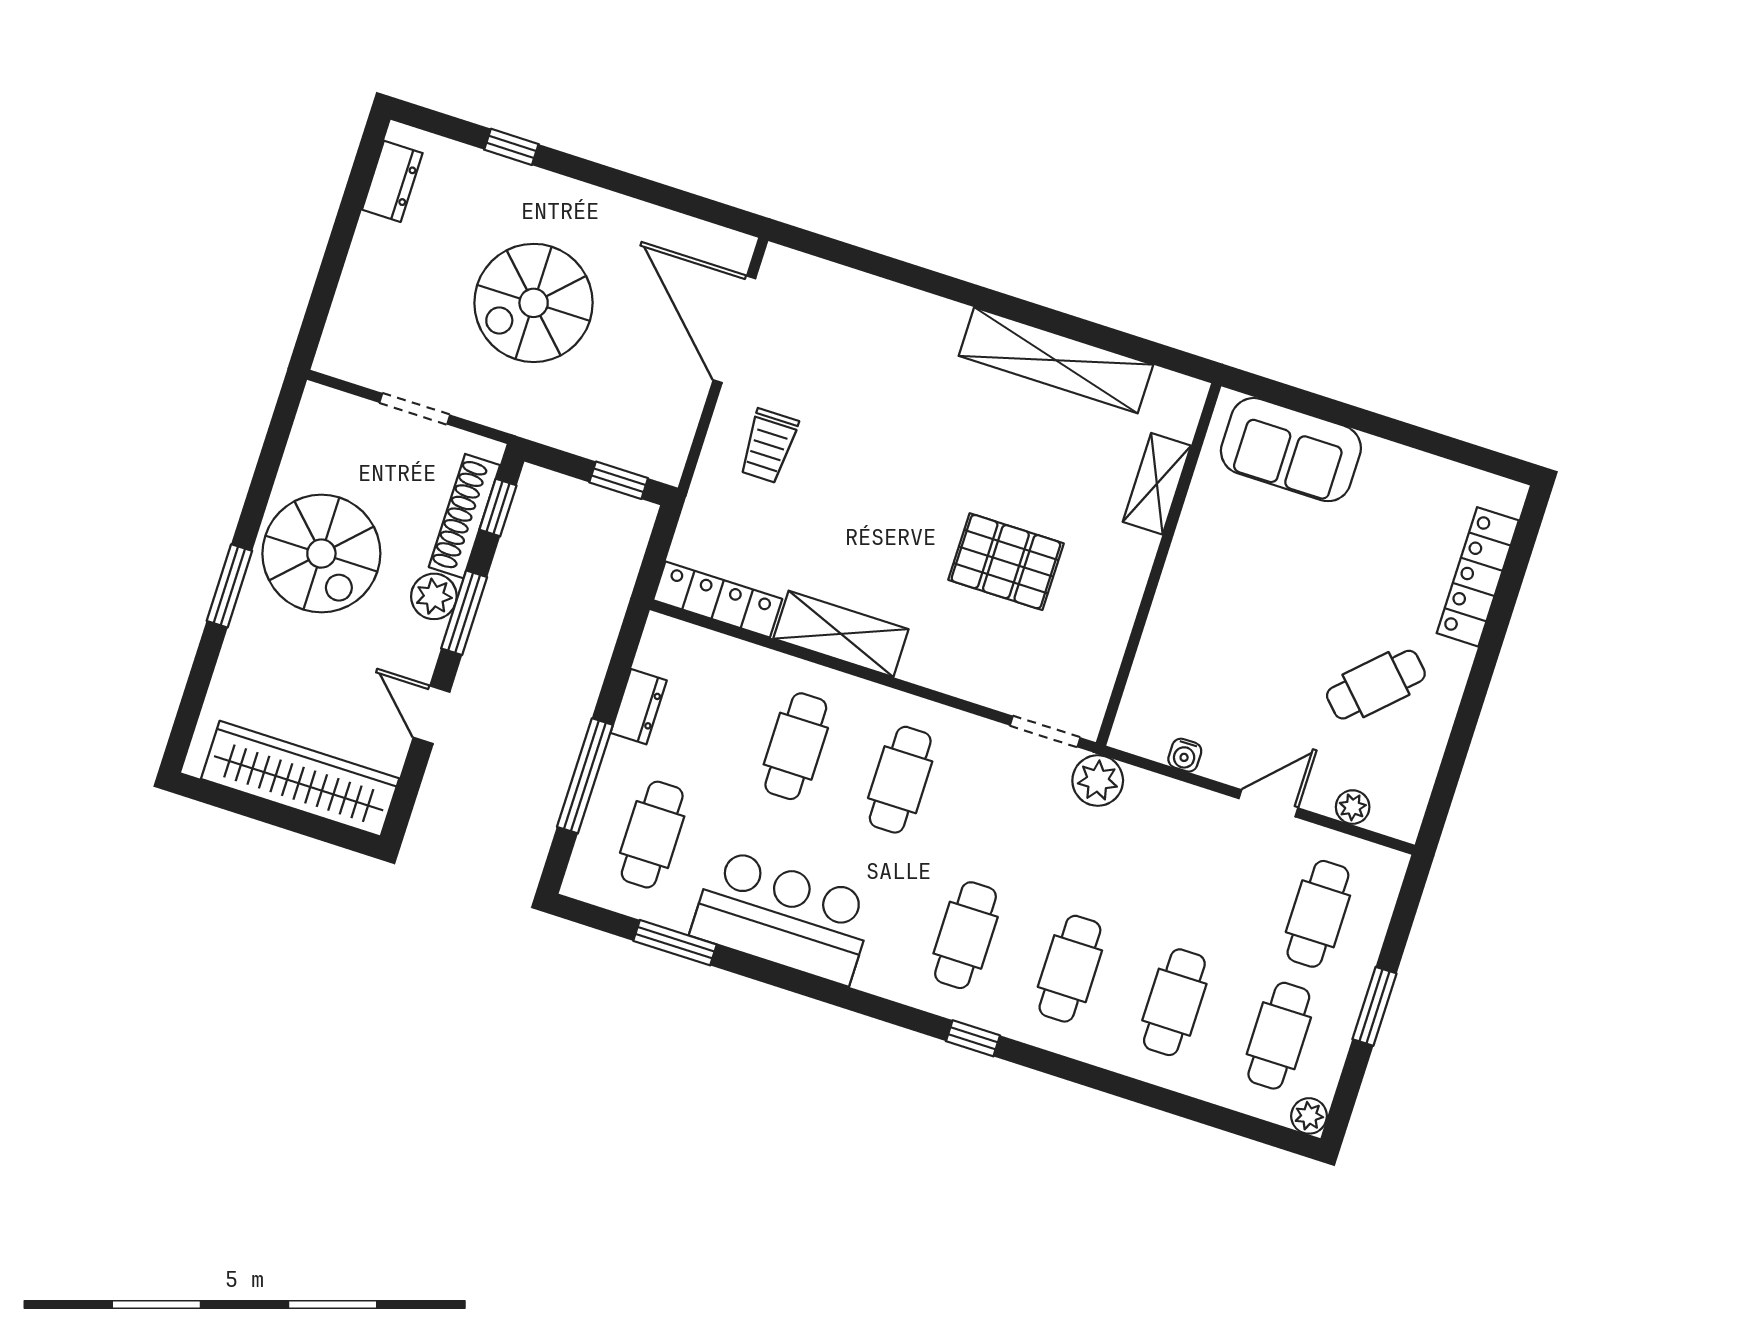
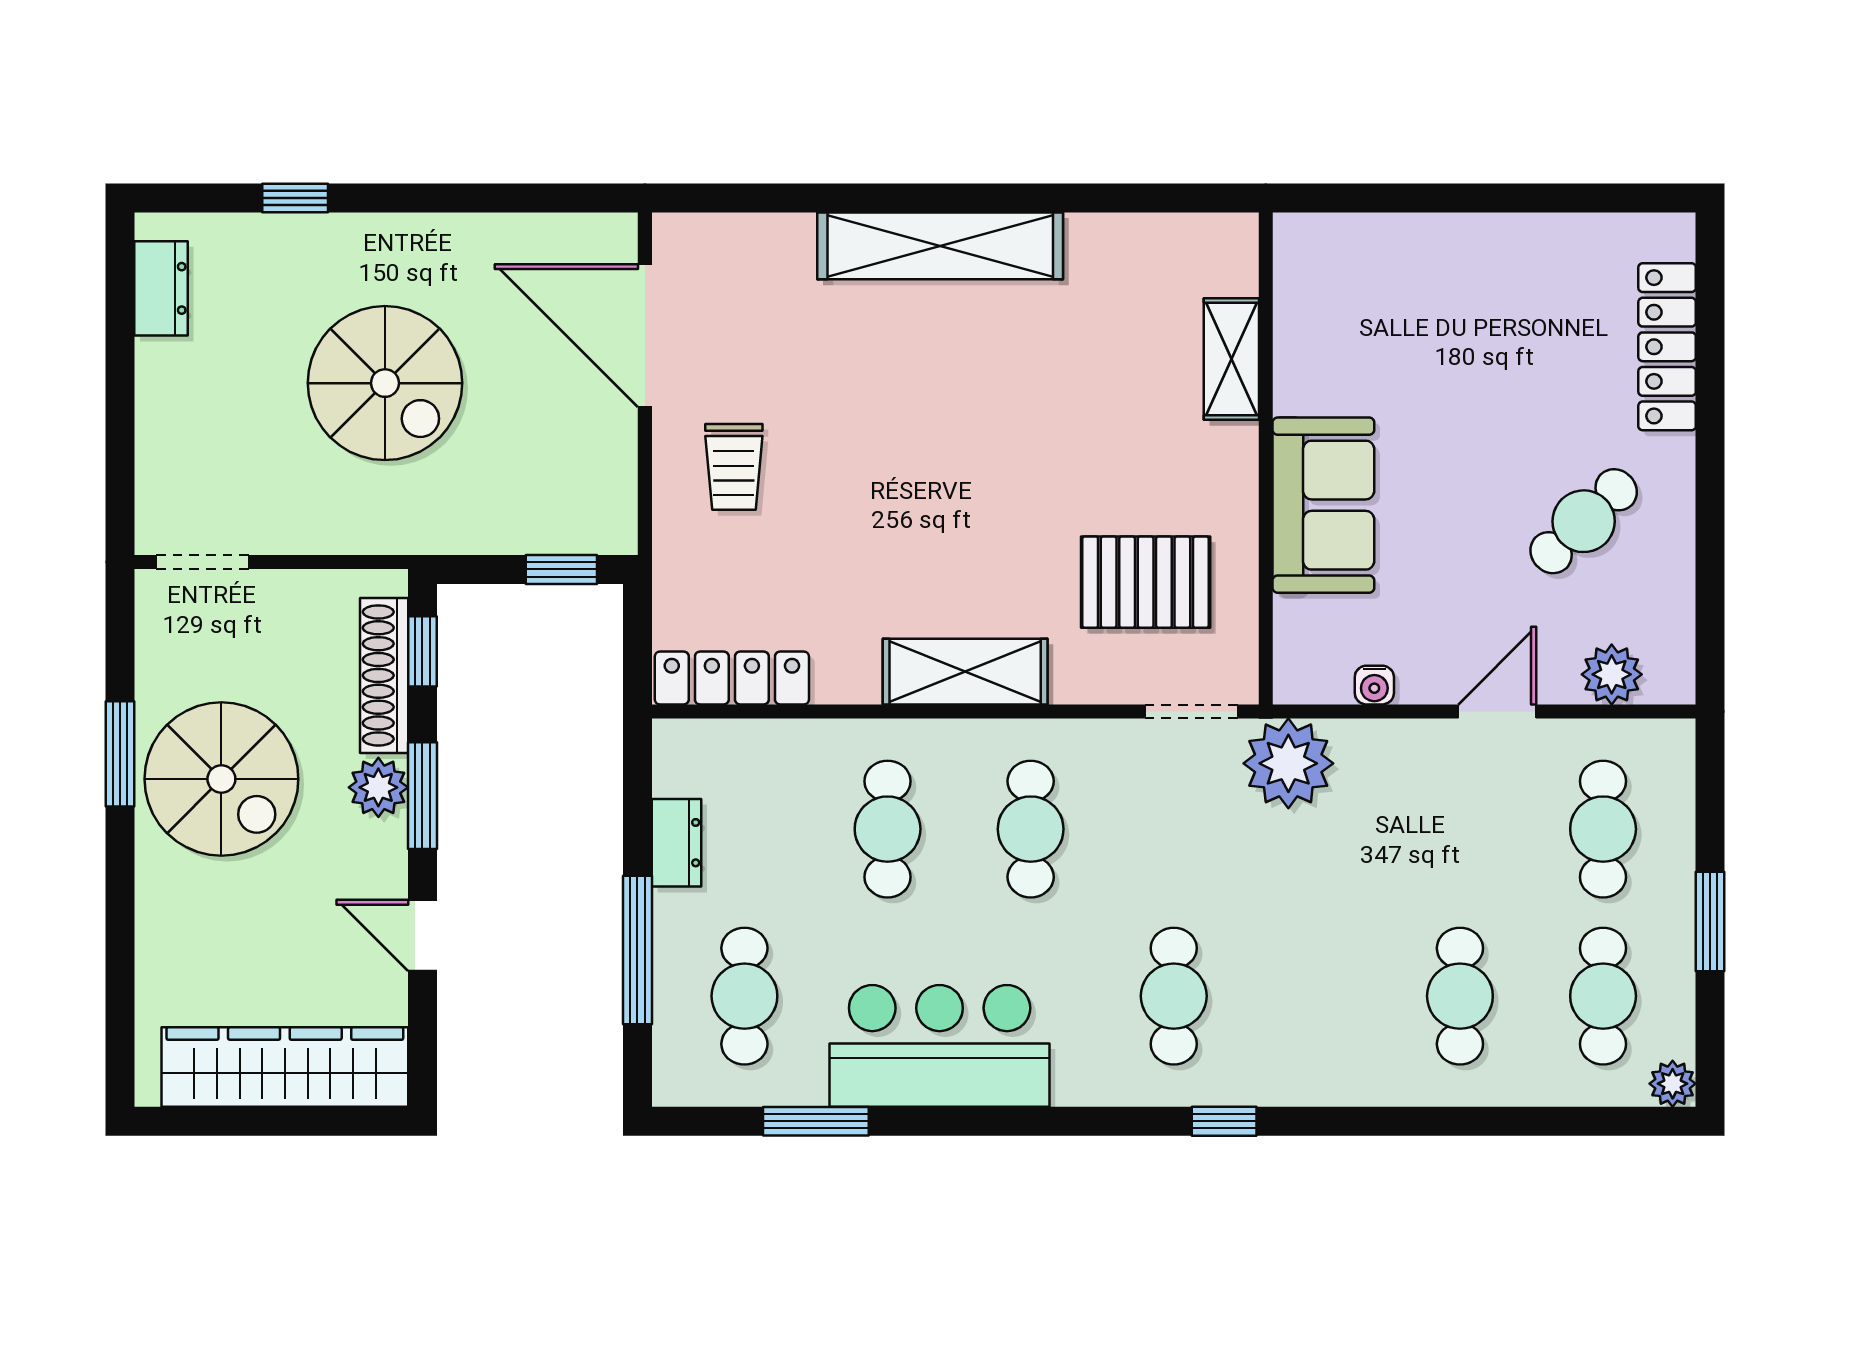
spiral stairs: (534, 303) -> (385, 383), turned -90
shelving: (1056, 360) -> (940, 246), moved
doorway: (415, 409) -> (203, 562), moved
sofa: (1291, 450) -> (1323, 505), moved, turned -90
pallet: (1006, 562) -> (1146, 582), moved
window: (229, 586) -> (120, 754), moved
shelving: (841, 634) -> (965, 672), moved
plant: (1098, 780) -> (1288, 763), width x1.36, depth x1.36
plant: (1353, 807) -> (1612, 674), width x1.38, depth x1.38
cafe table: (1070, 969) -> (1317, 996), removed

